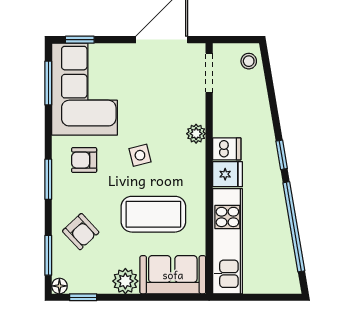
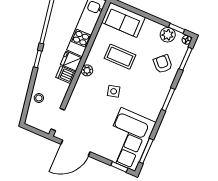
stool: (249, 61) -> (39, 98), moved
plant: (196, 134) -> (87, 70), moved
armchair: (84, 160) -> (145, 101), removed
coffee table: (153, 214) -> (120, 57), width x0.73, depth x0.76
plant: (125, 281) -> (168, 35), moved

